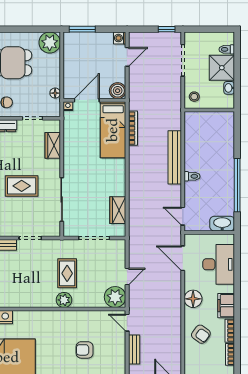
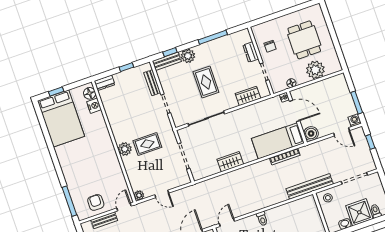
window: (82, 29) -> (357, 103), moved
window: (167, 29) -> (370, 142), moved
plant: (50, 43) -> (315, 70), moved
bench: (175, 157) -> (310, 186), moved
wardrobe: (118, 210) -> (230, 162), moved
plant: (115, 297) -> (139, 195), width x0.53, depth x0.53
armchair: (85, 350) -> (96, 202), moved

